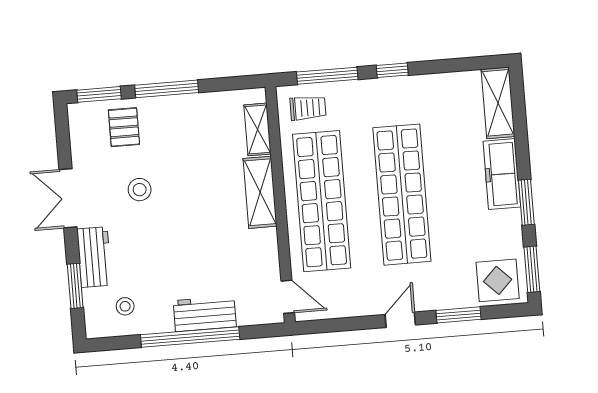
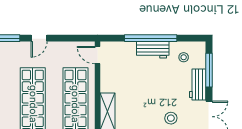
window: (75, 286) -> (209, 70), width x1.44
workbench: (205, 314) -> (153, 50), moved

